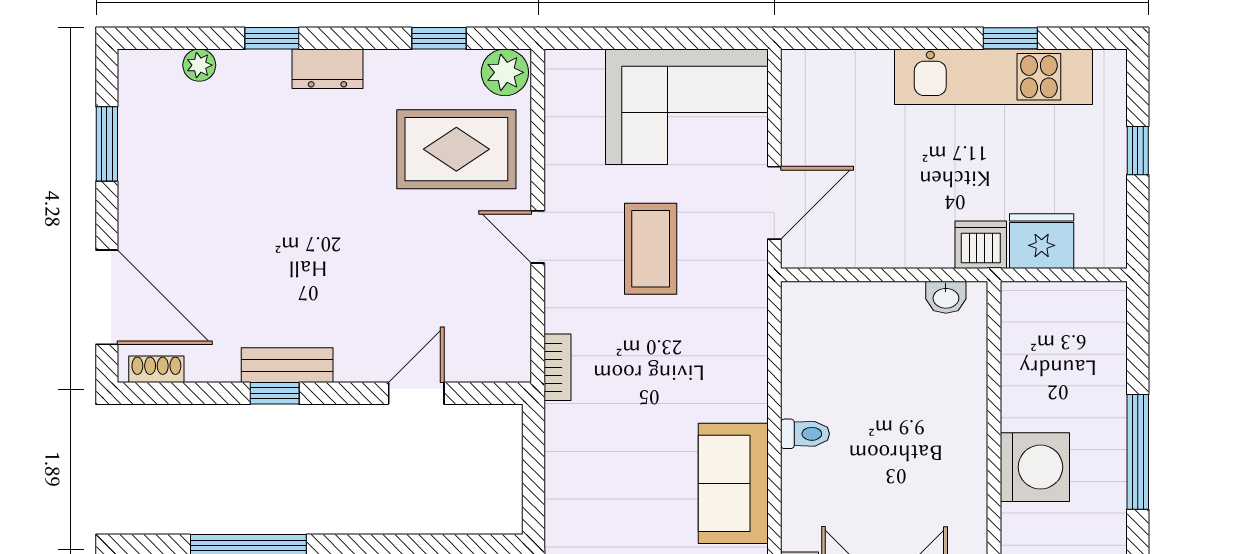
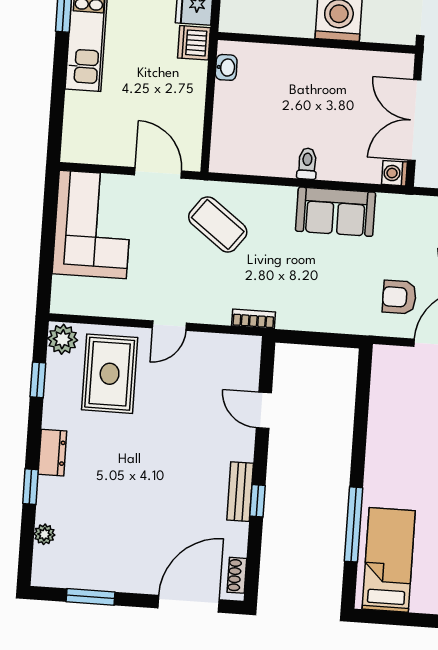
coffee table: (651, 249) -> (218, 224), moved, turned 37

